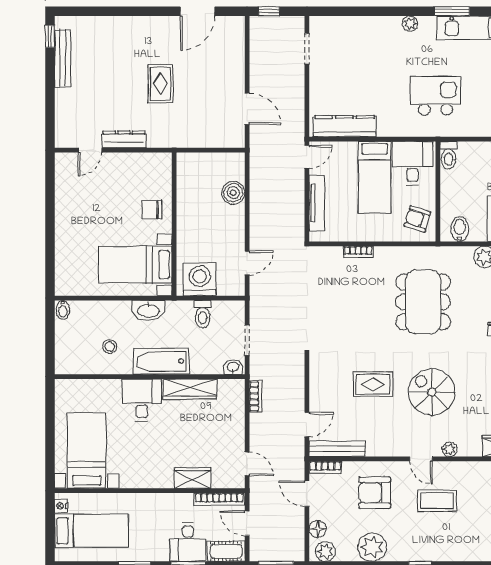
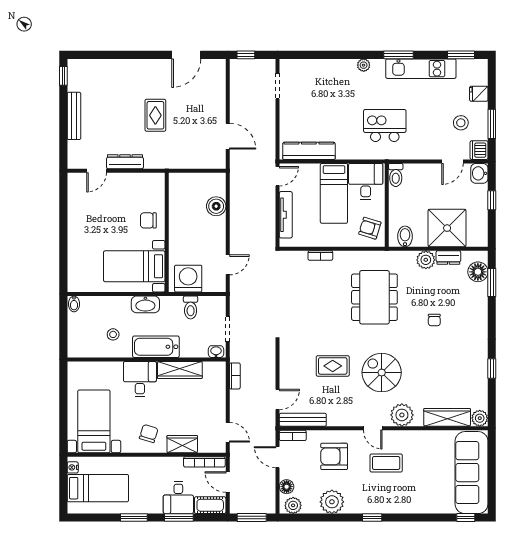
bench: (63, 58) -> (74, 116), moved
plant: (450, 449) -> (402, 415), width x1.87, depth x1.87
chair: (152, 465) -> (149, 433), added

